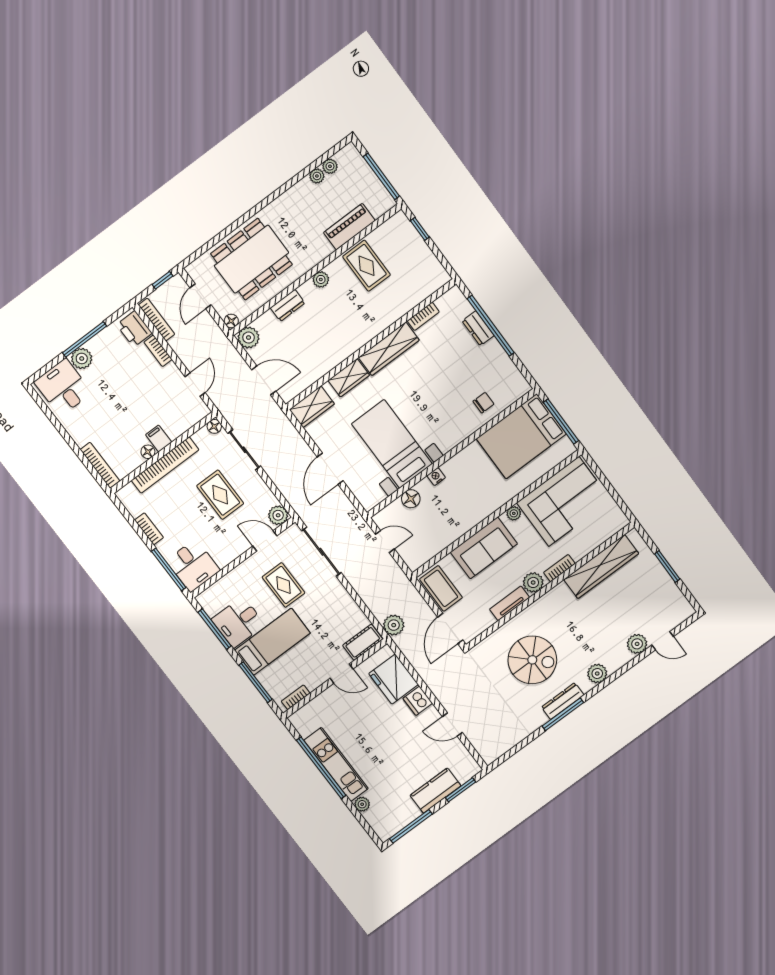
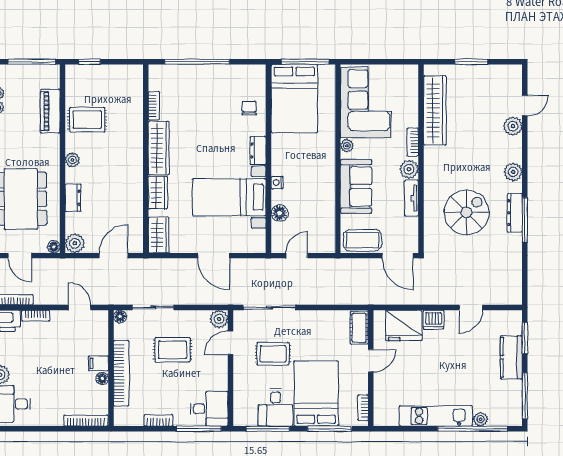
dresser: (478, 328) -> (258, 151), moved, turned 90
plant: (394, 625) -> (364, 295), removed
bed: (272, 642) -> (316, 393), width x1.50
window: (321, 768) -> (473, 429), moved

